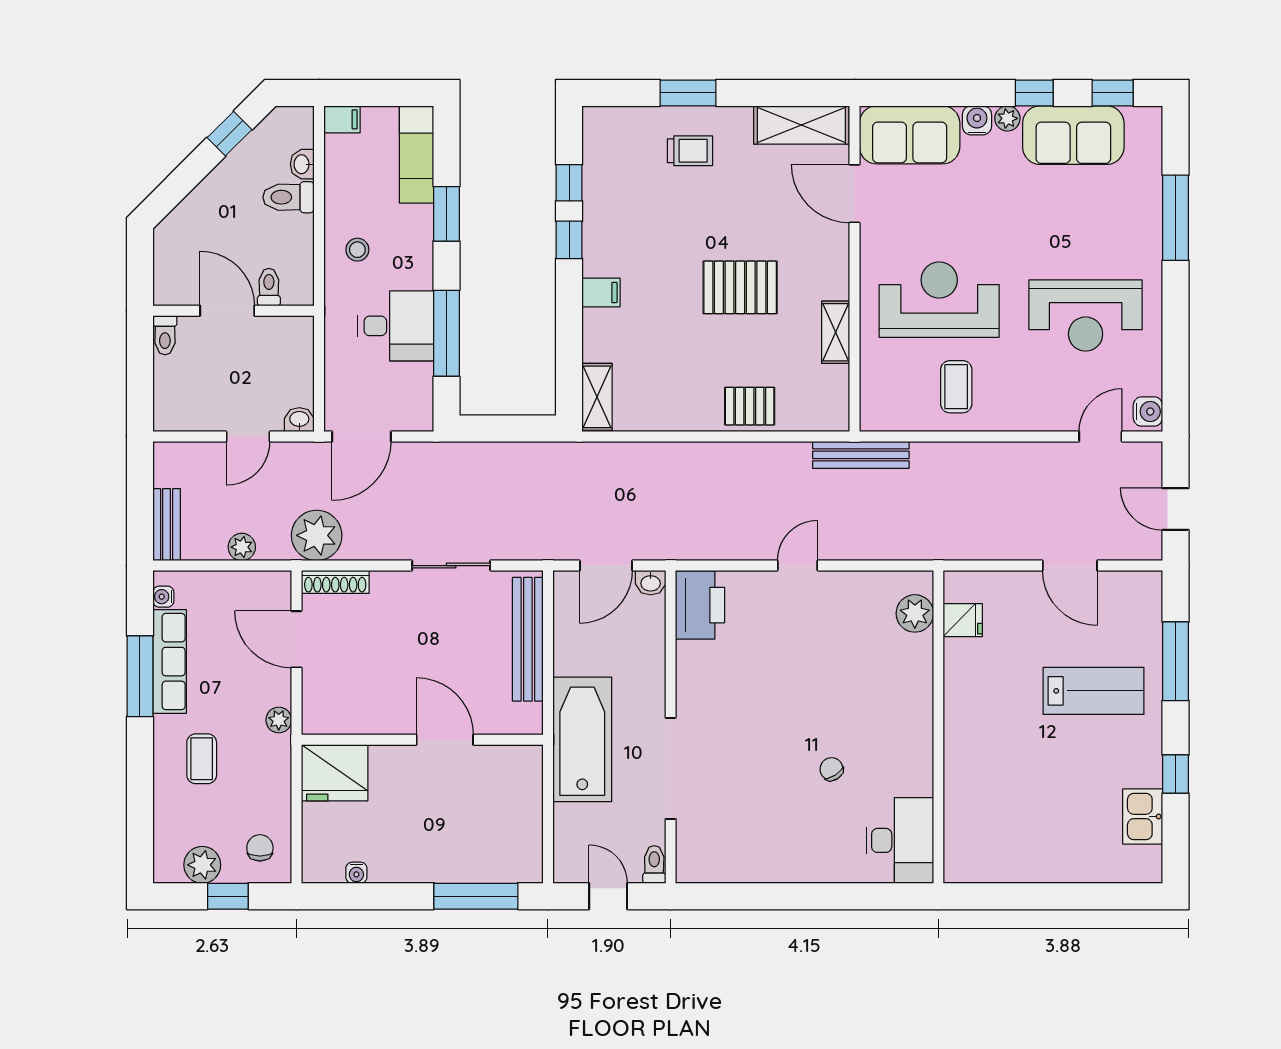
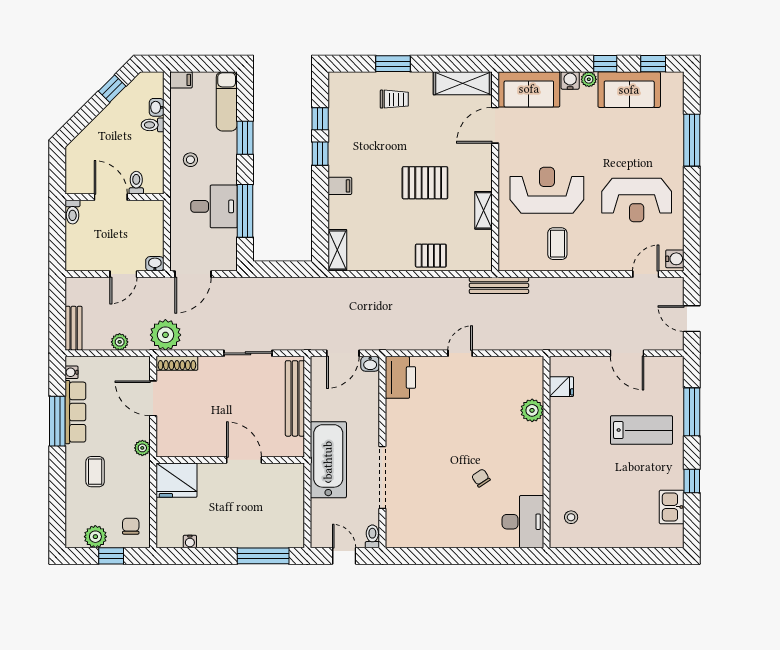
door: (855, 194) -> (495, 125), hinge flipped
toilet: (288, 197) -> (153, 125), width x0.73, depth x0.72
plant: (915, 613) -> (532, 410), moved
stool: (979, 833) -> (571, 517), added

